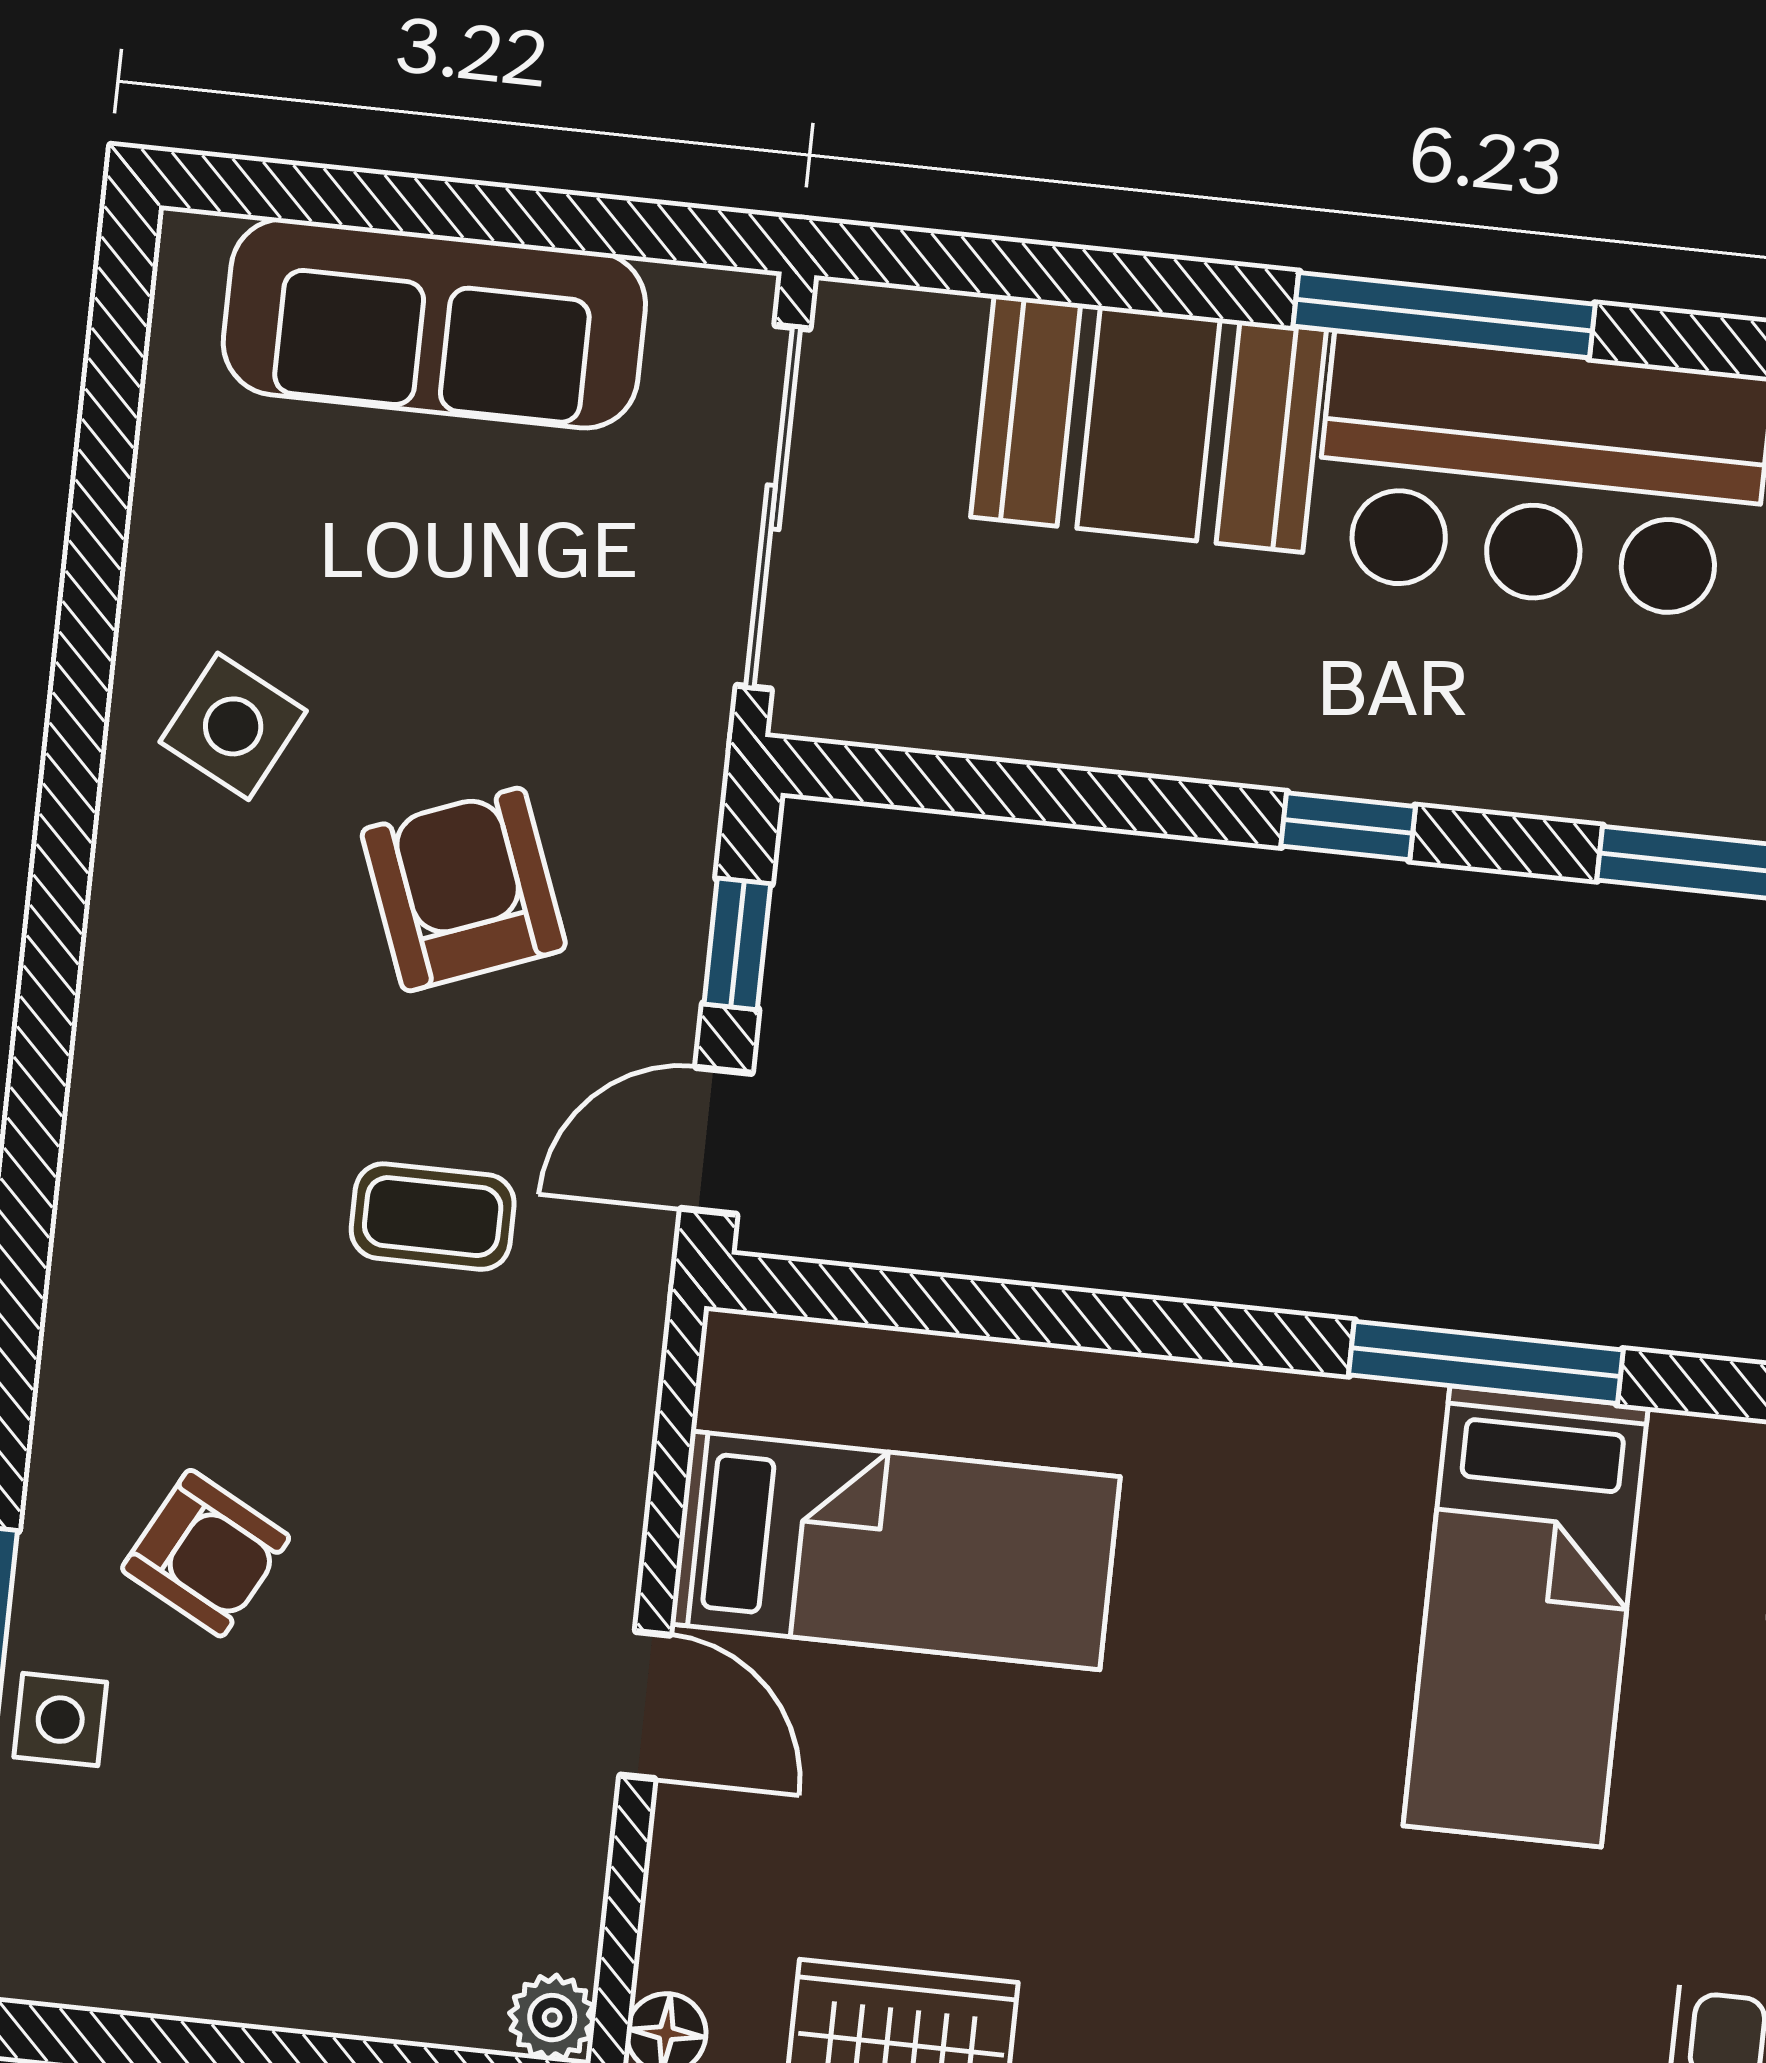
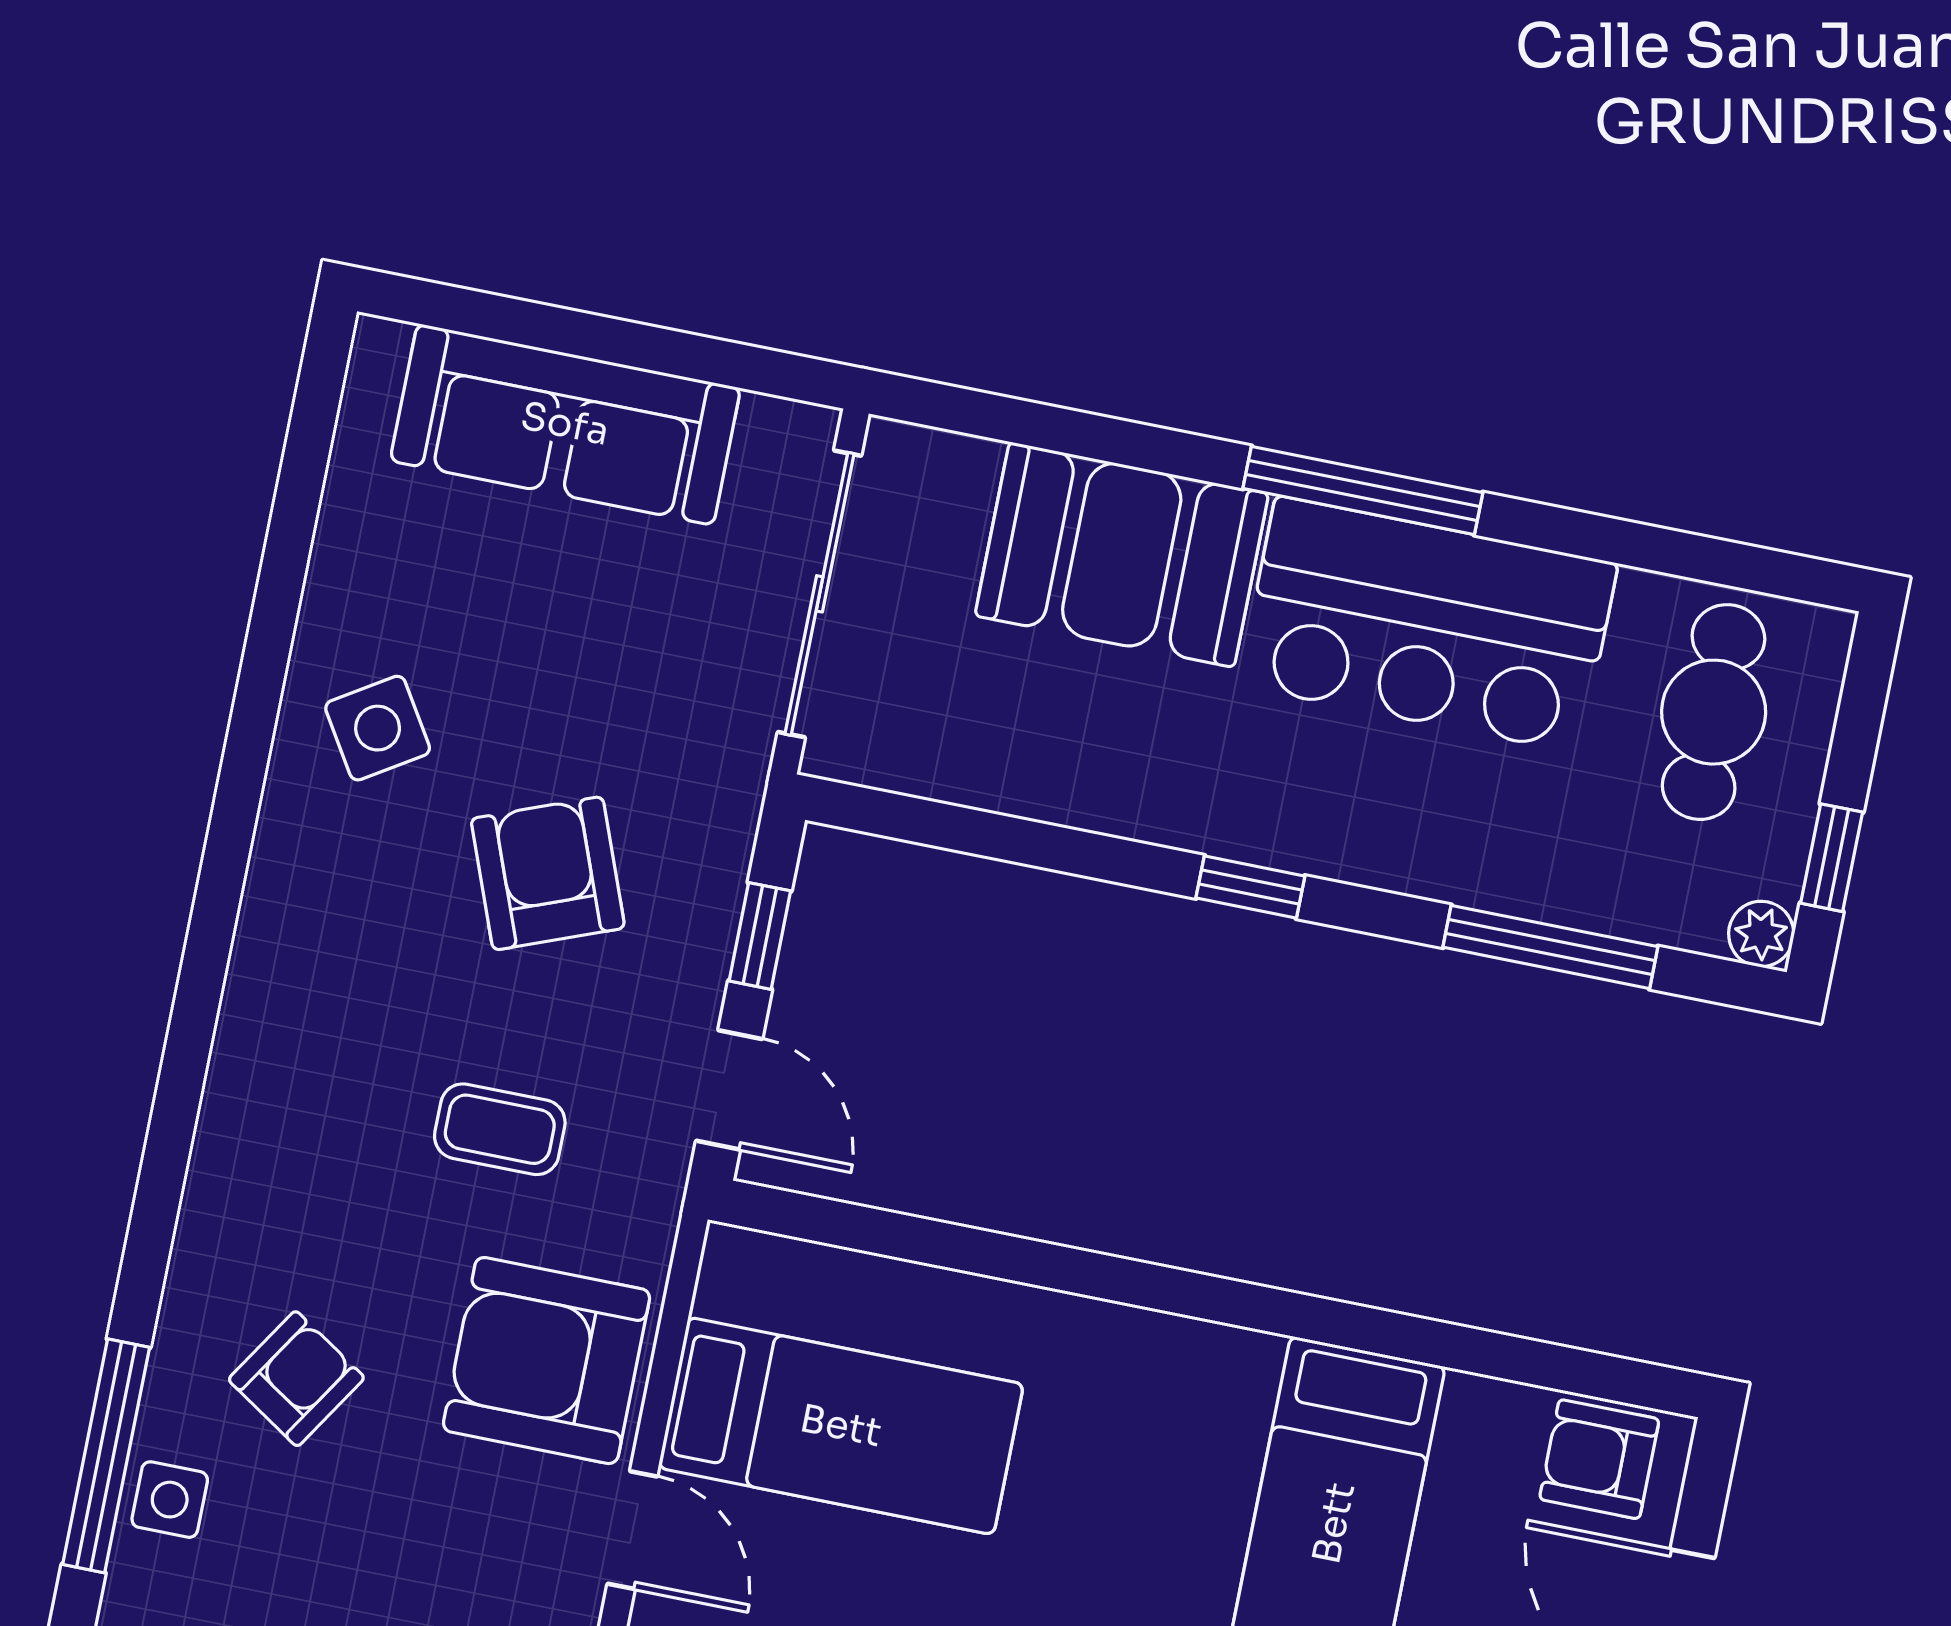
side table: (233, 726) -> (378, 728), turned 31
door: (716, 1141) -> (729, 1090), swing flipped
window: (1486, 1362) -> (1321, 1320), removed
armchair: (518, 1502) -> (547, 1361), added
armchair: (206, 1553) -> (296, 1379), turned -85

